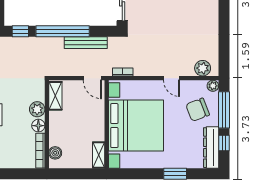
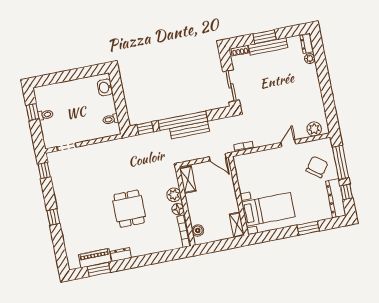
bench: (86, 43) -> (190, 130), moved
door: (172, 78) -> (288, 143), swing flipped
plant: (213, 86) -> (326, 143), removed
chair: (198, 110) -> (317, 167), turned 148
bed with nightstands: (136, 126) -> (268, 209), width x0.54

